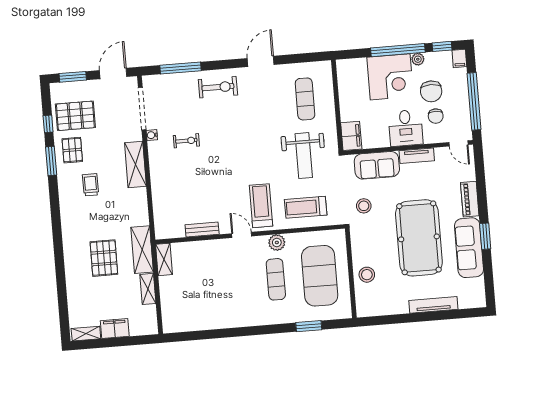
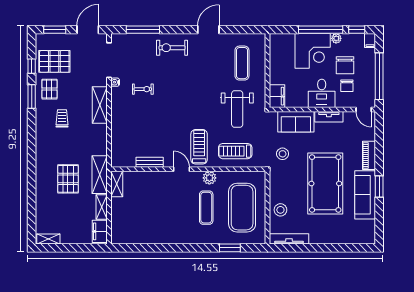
exercise bike: (218, 87) -> (172, 48), turned 180
tv unit: (433, 305) -> (289, 239), moved
filing cabinet: (115, 328) -> (100, 231), moved, turned -90

